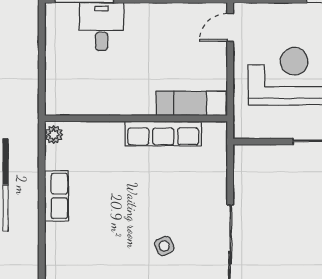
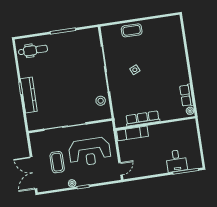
stool: (252, 188) -> (101, 101), added
row of seats: (57, 196) -> (186, 95), moved

